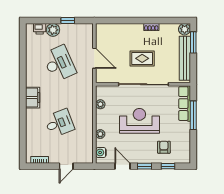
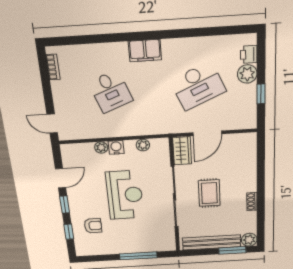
wardrobe: (107, 77) -> (182, 151), added
row of seats: (185, 104) -> (153, 246), removed
water cooler: (101, 152) -> (116, 147), moved
door: (66, 166) -> (52, 124), moved

